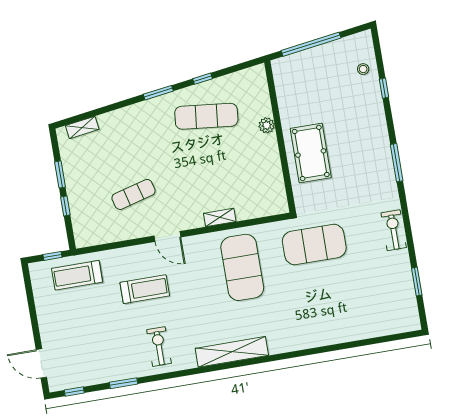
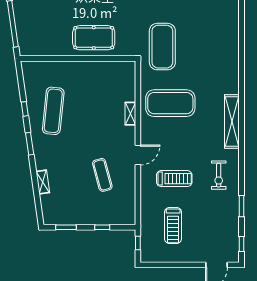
plant: (267, 125) -> (68, 67), removed
shelving: (82, 127) -> (43, 182), moved
window: (60, 174) -> (66, 227), moved
treadmill: (77, 275) -> (173, 225), moved
treadmill: (145, 289) -> (174, 179), turned 90
exercise bike: (159, 346) -> (219, 175), turned -90

